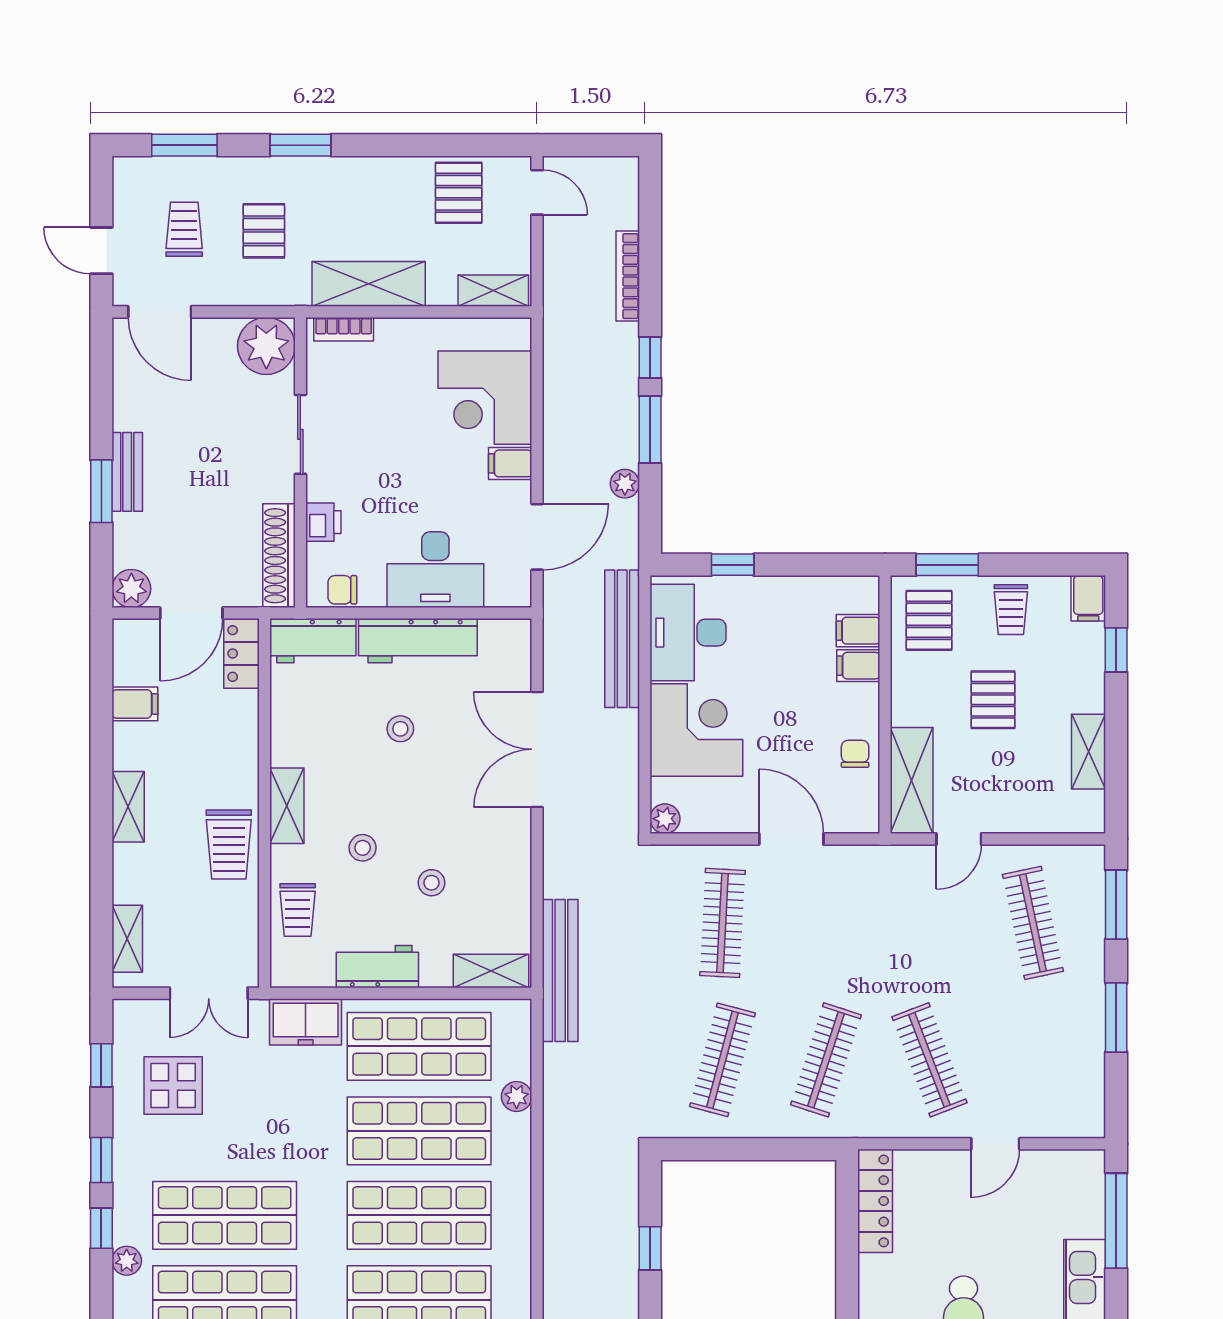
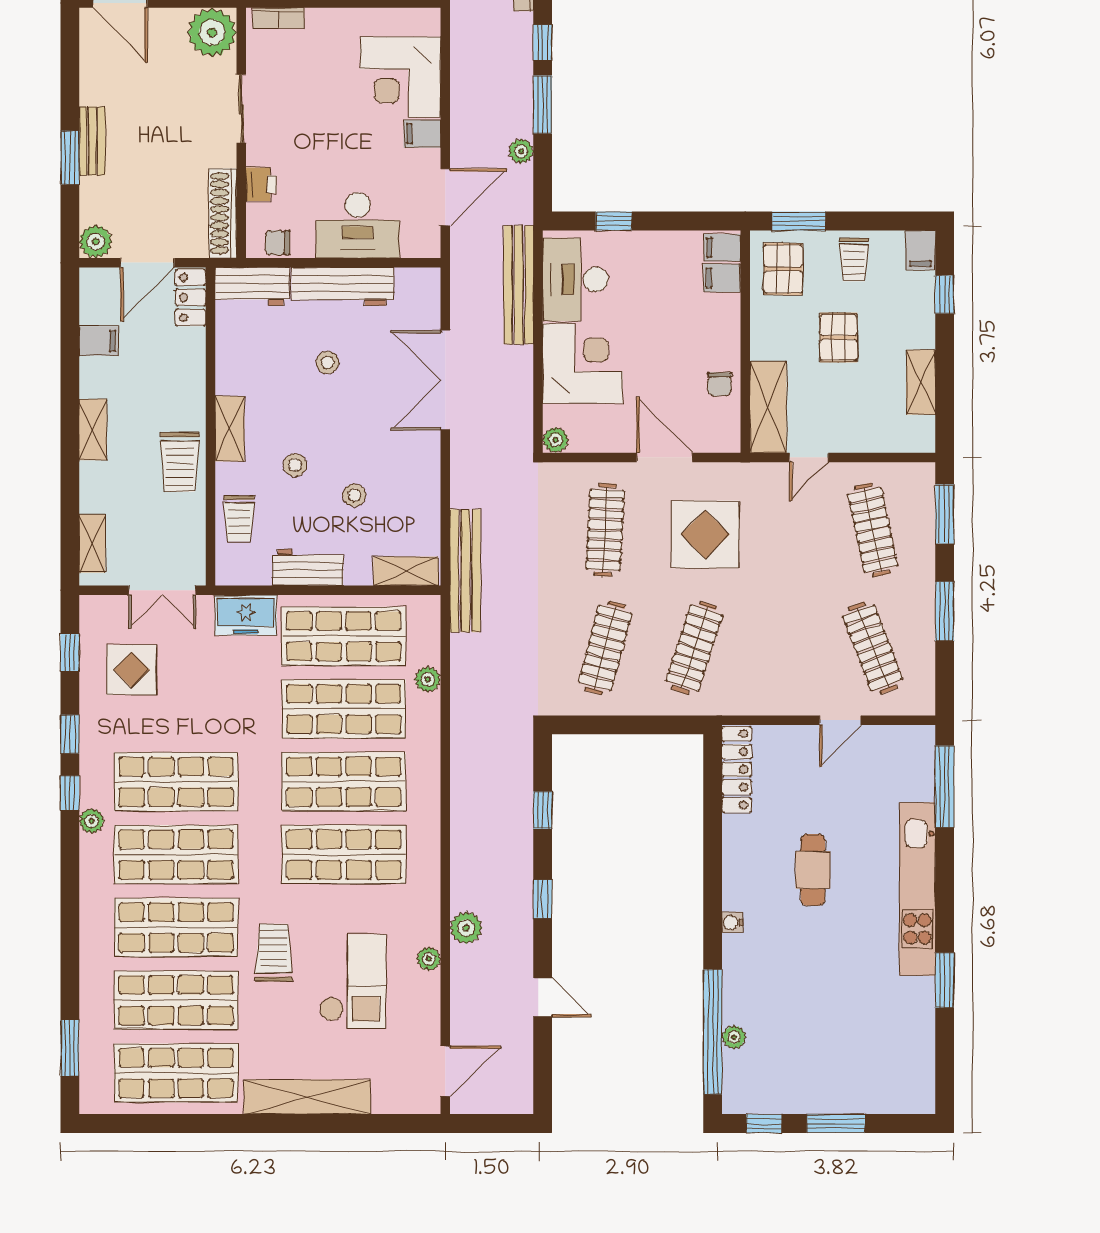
filing cabinet: (858, 666) -> (722, 248), moved
chair: (855, 754) -> (719, 384), turned 180
display table: (839, 928) -> (705, 534), added
clothes rail: (929, 1060) -> (873, 648), moved

